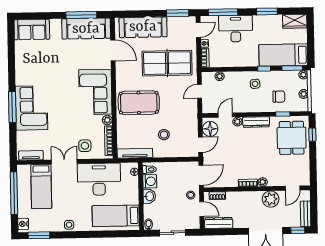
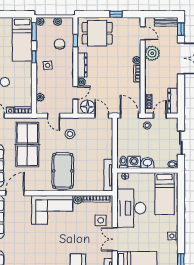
door: (225, 115) -> (75, 93), swing flipped
stool: (164, 135) -> (70, 134), moved
window: (312, 135) -> (116, 14), moved

